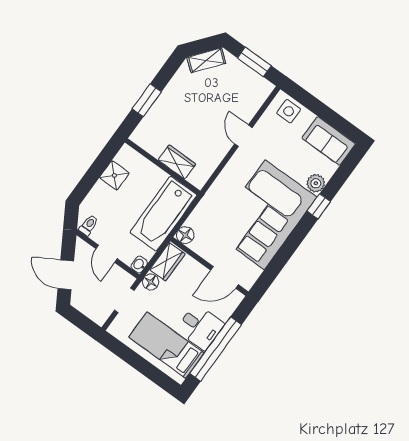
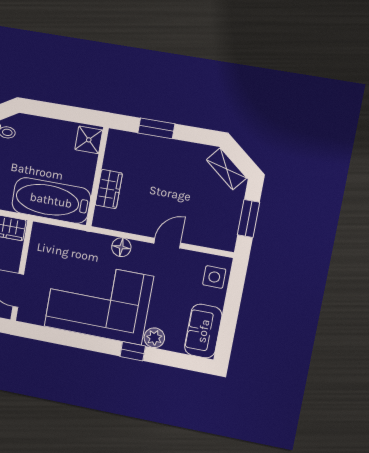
shower: (114, 175) -> (89, 140), moved
floor lamp: (185, 235) -> (121, 247), moved

